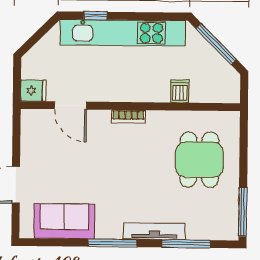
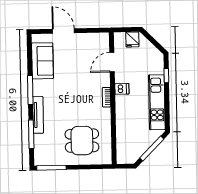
kitchen unit: (123, 33) -> (157, 102), width x0.73
fridge: (33, 91) -> (132, 39), moved
dishwasher: (180, 91) -> (122, 89), moved

